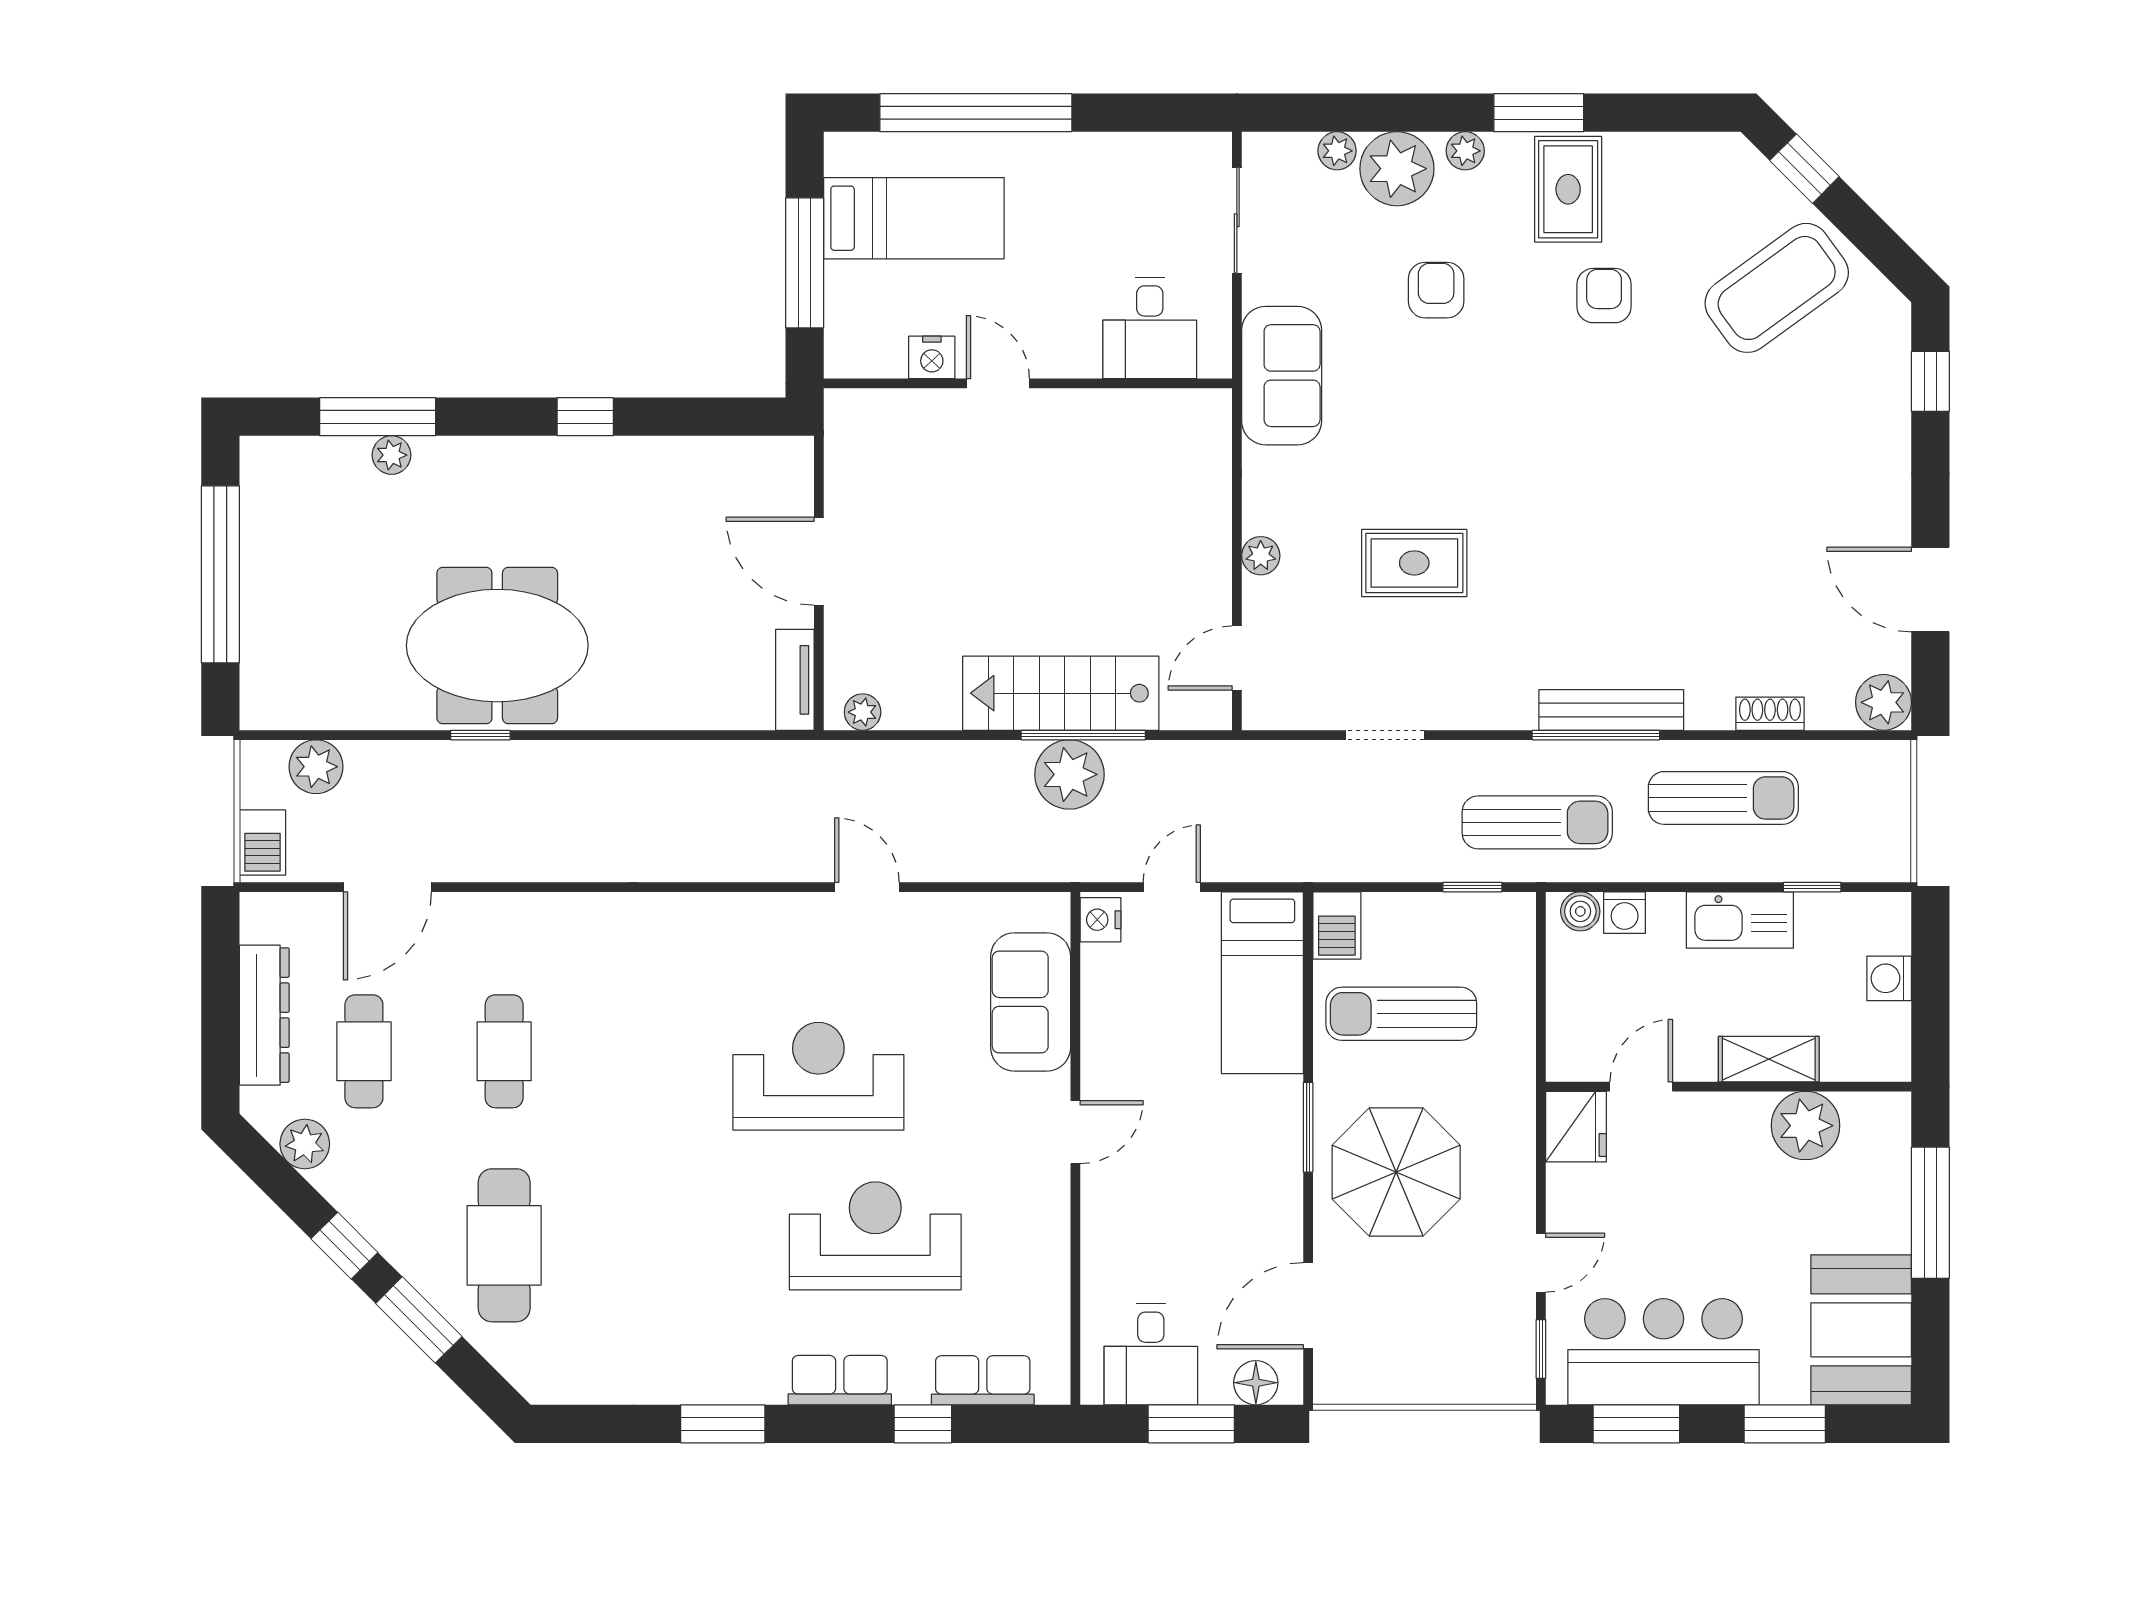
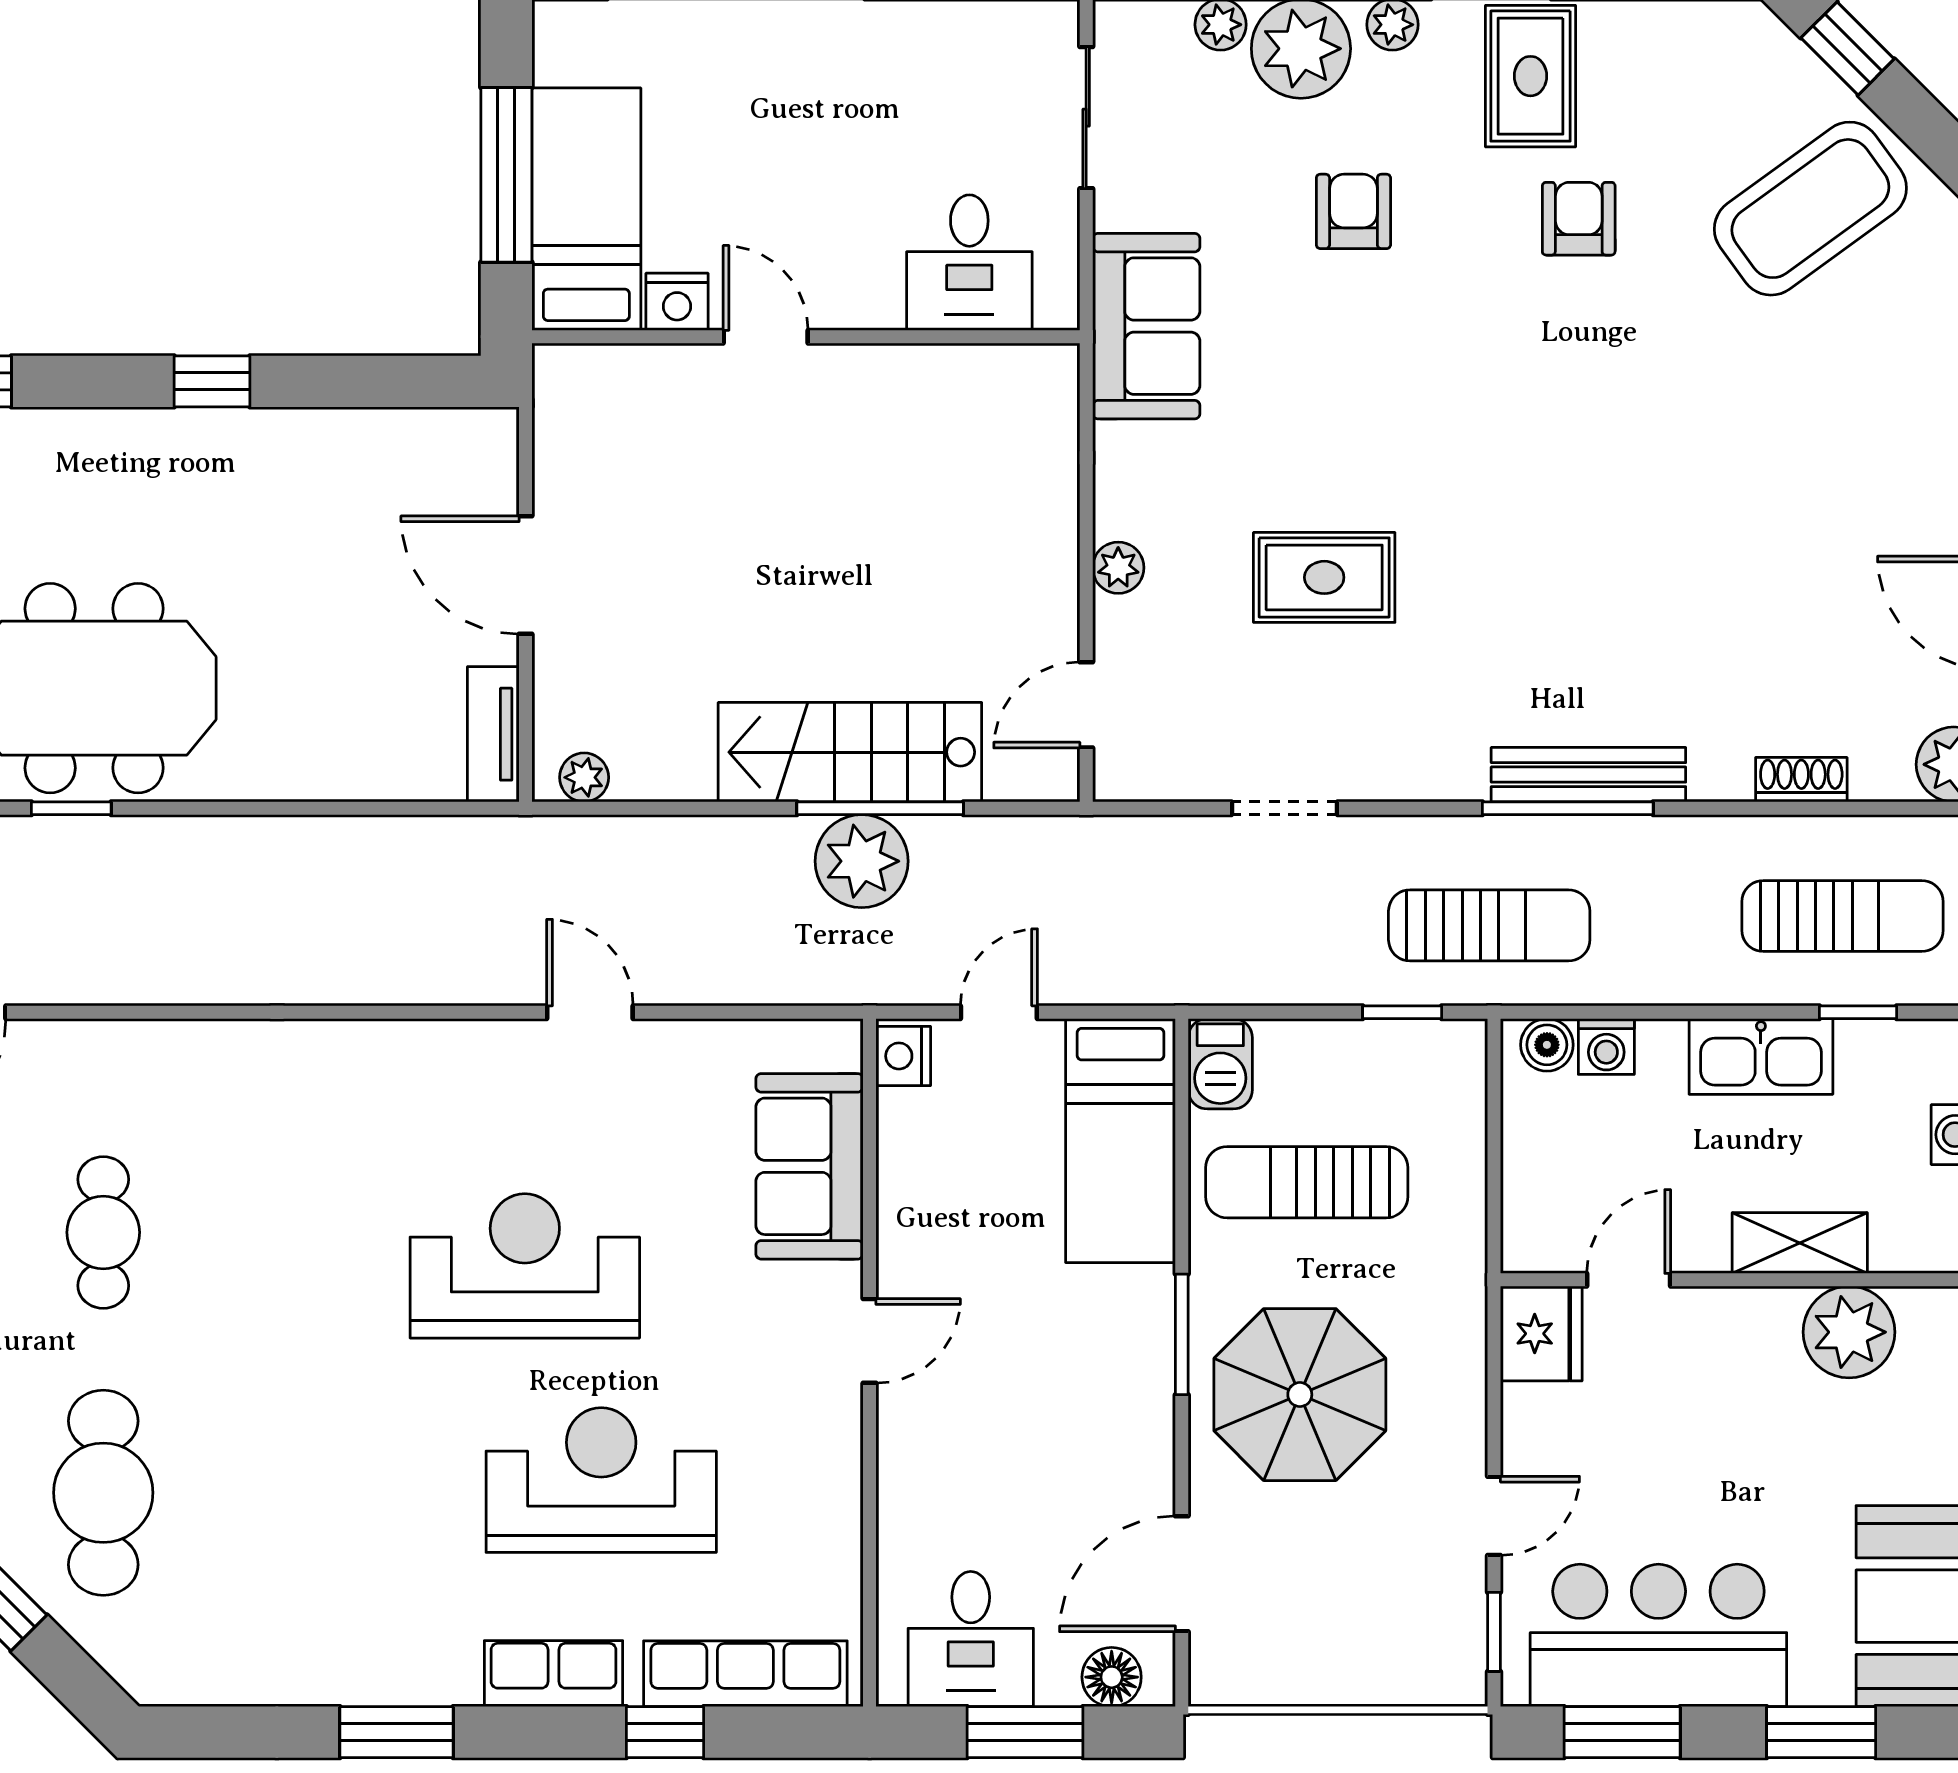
bed: (914, 218) -> (586, 209), moved, turned -90
sun lounger: (1723, 798) -> (1843, 916), moved
row of seats: (983, 1380) -> (745, 1674), width x1.48

